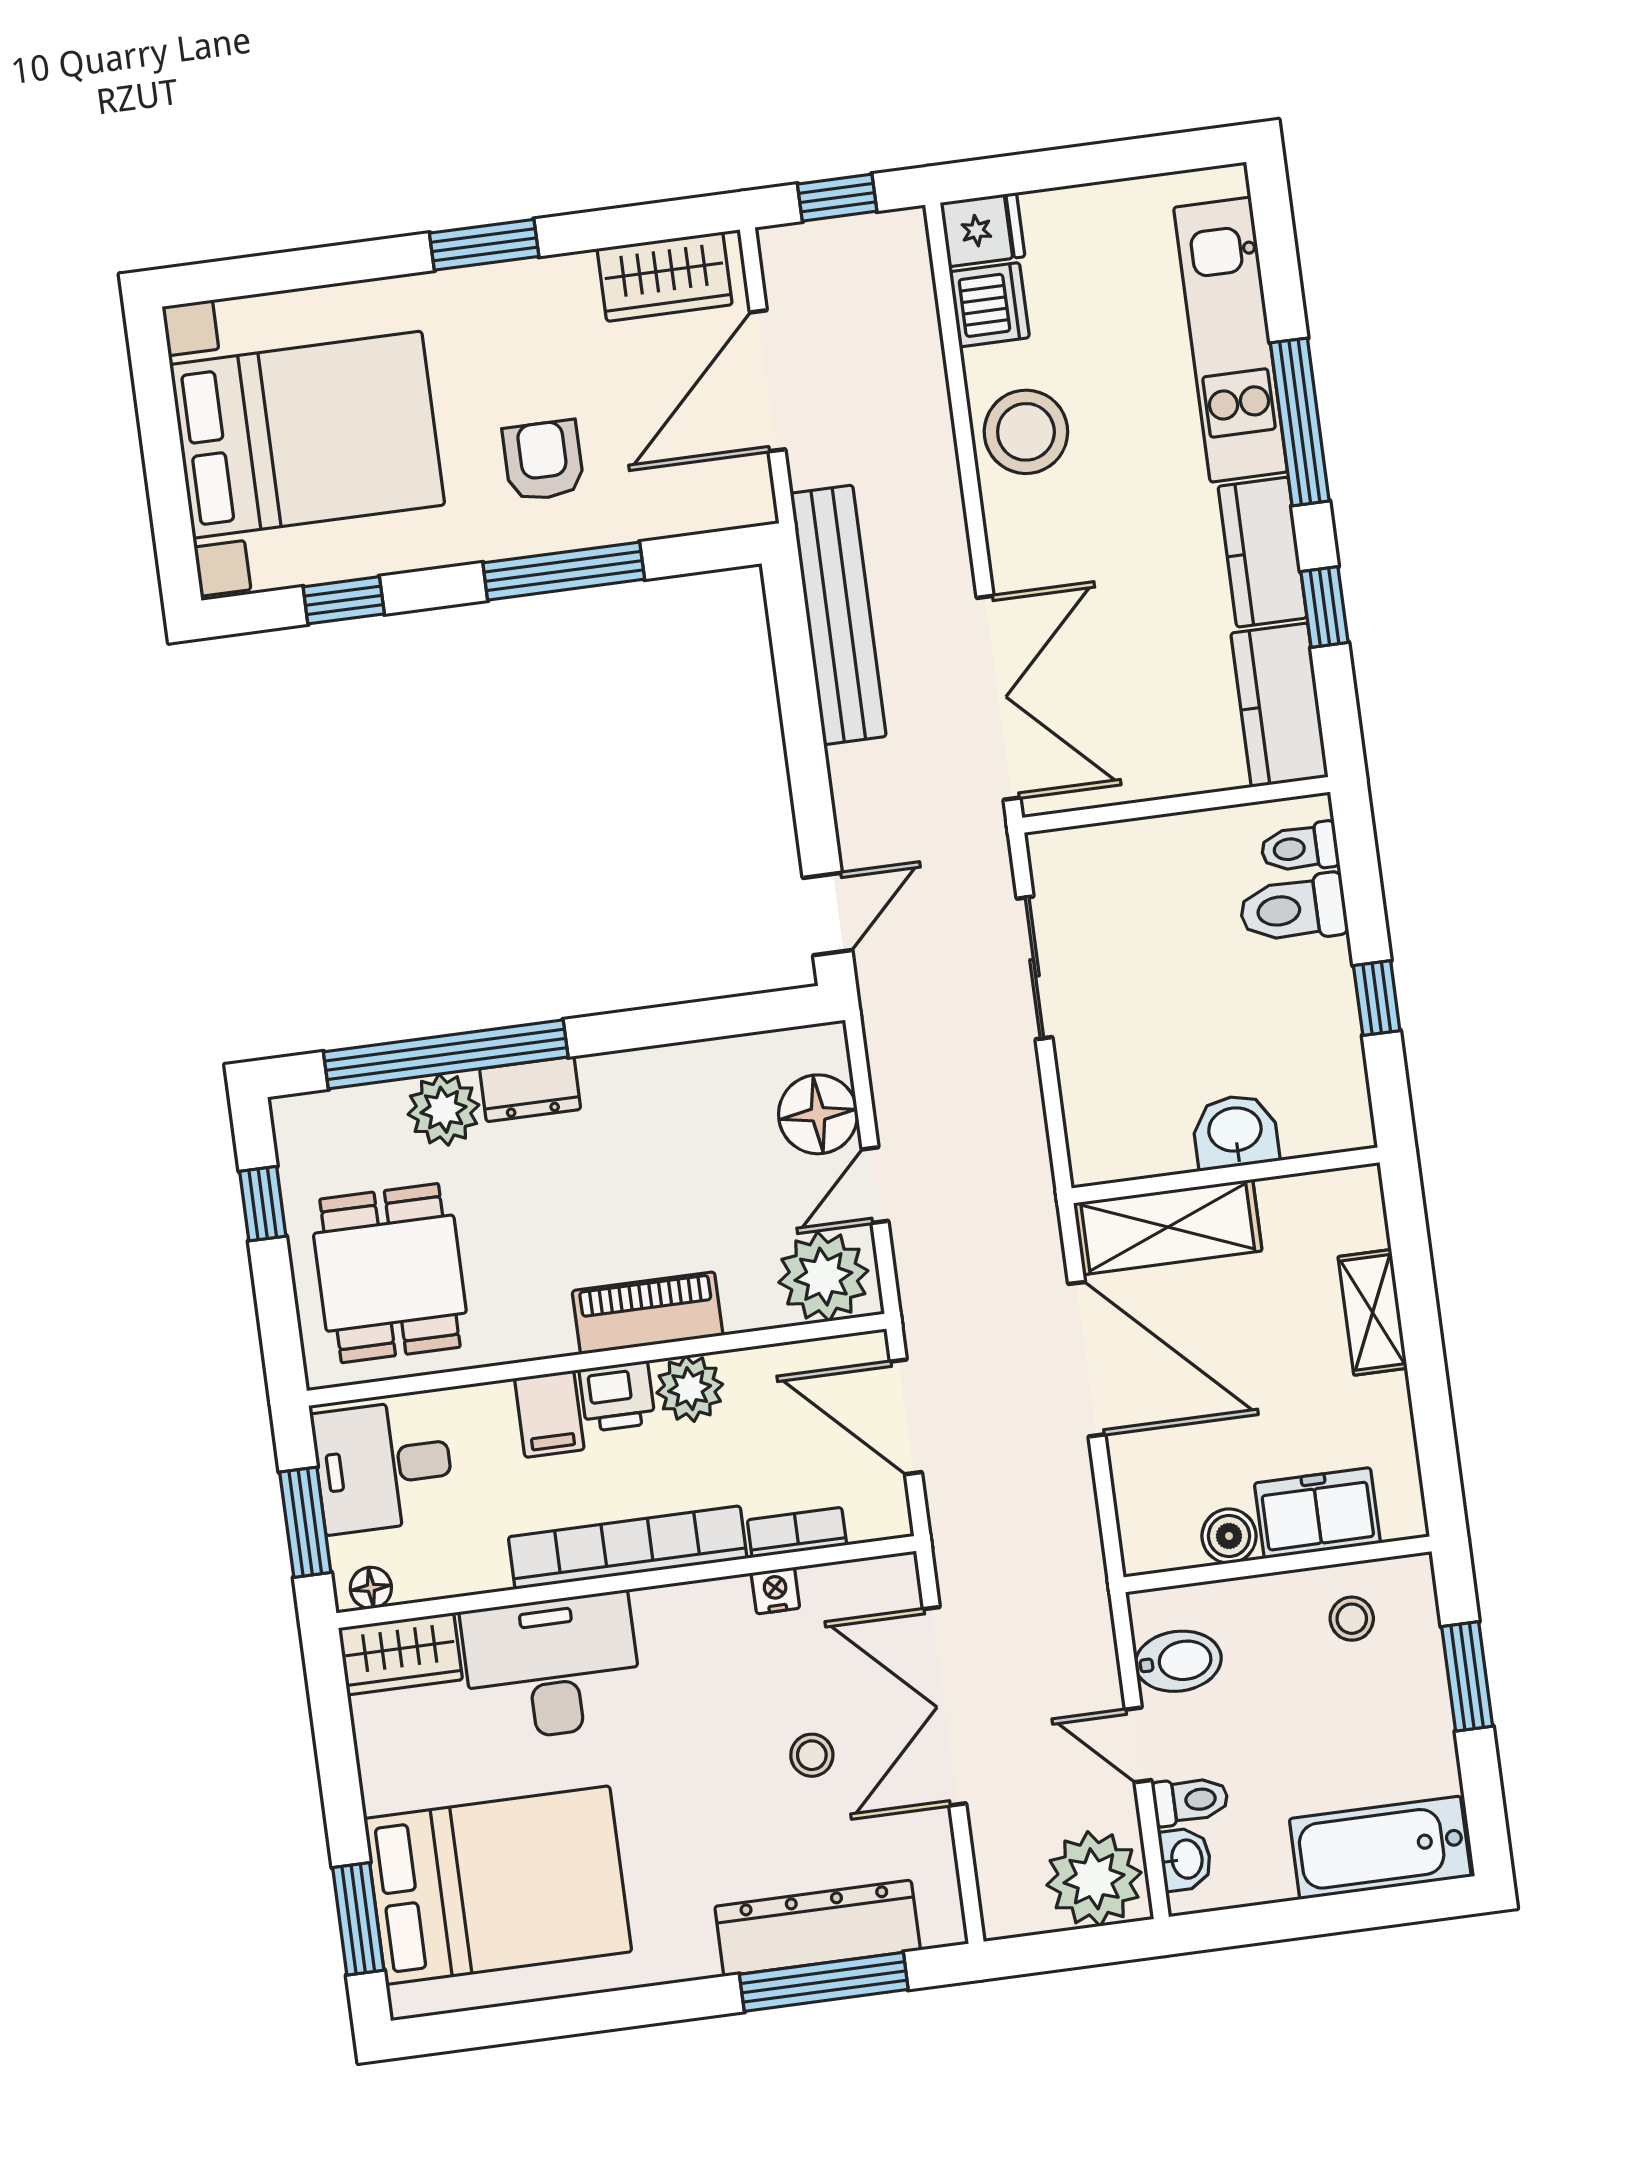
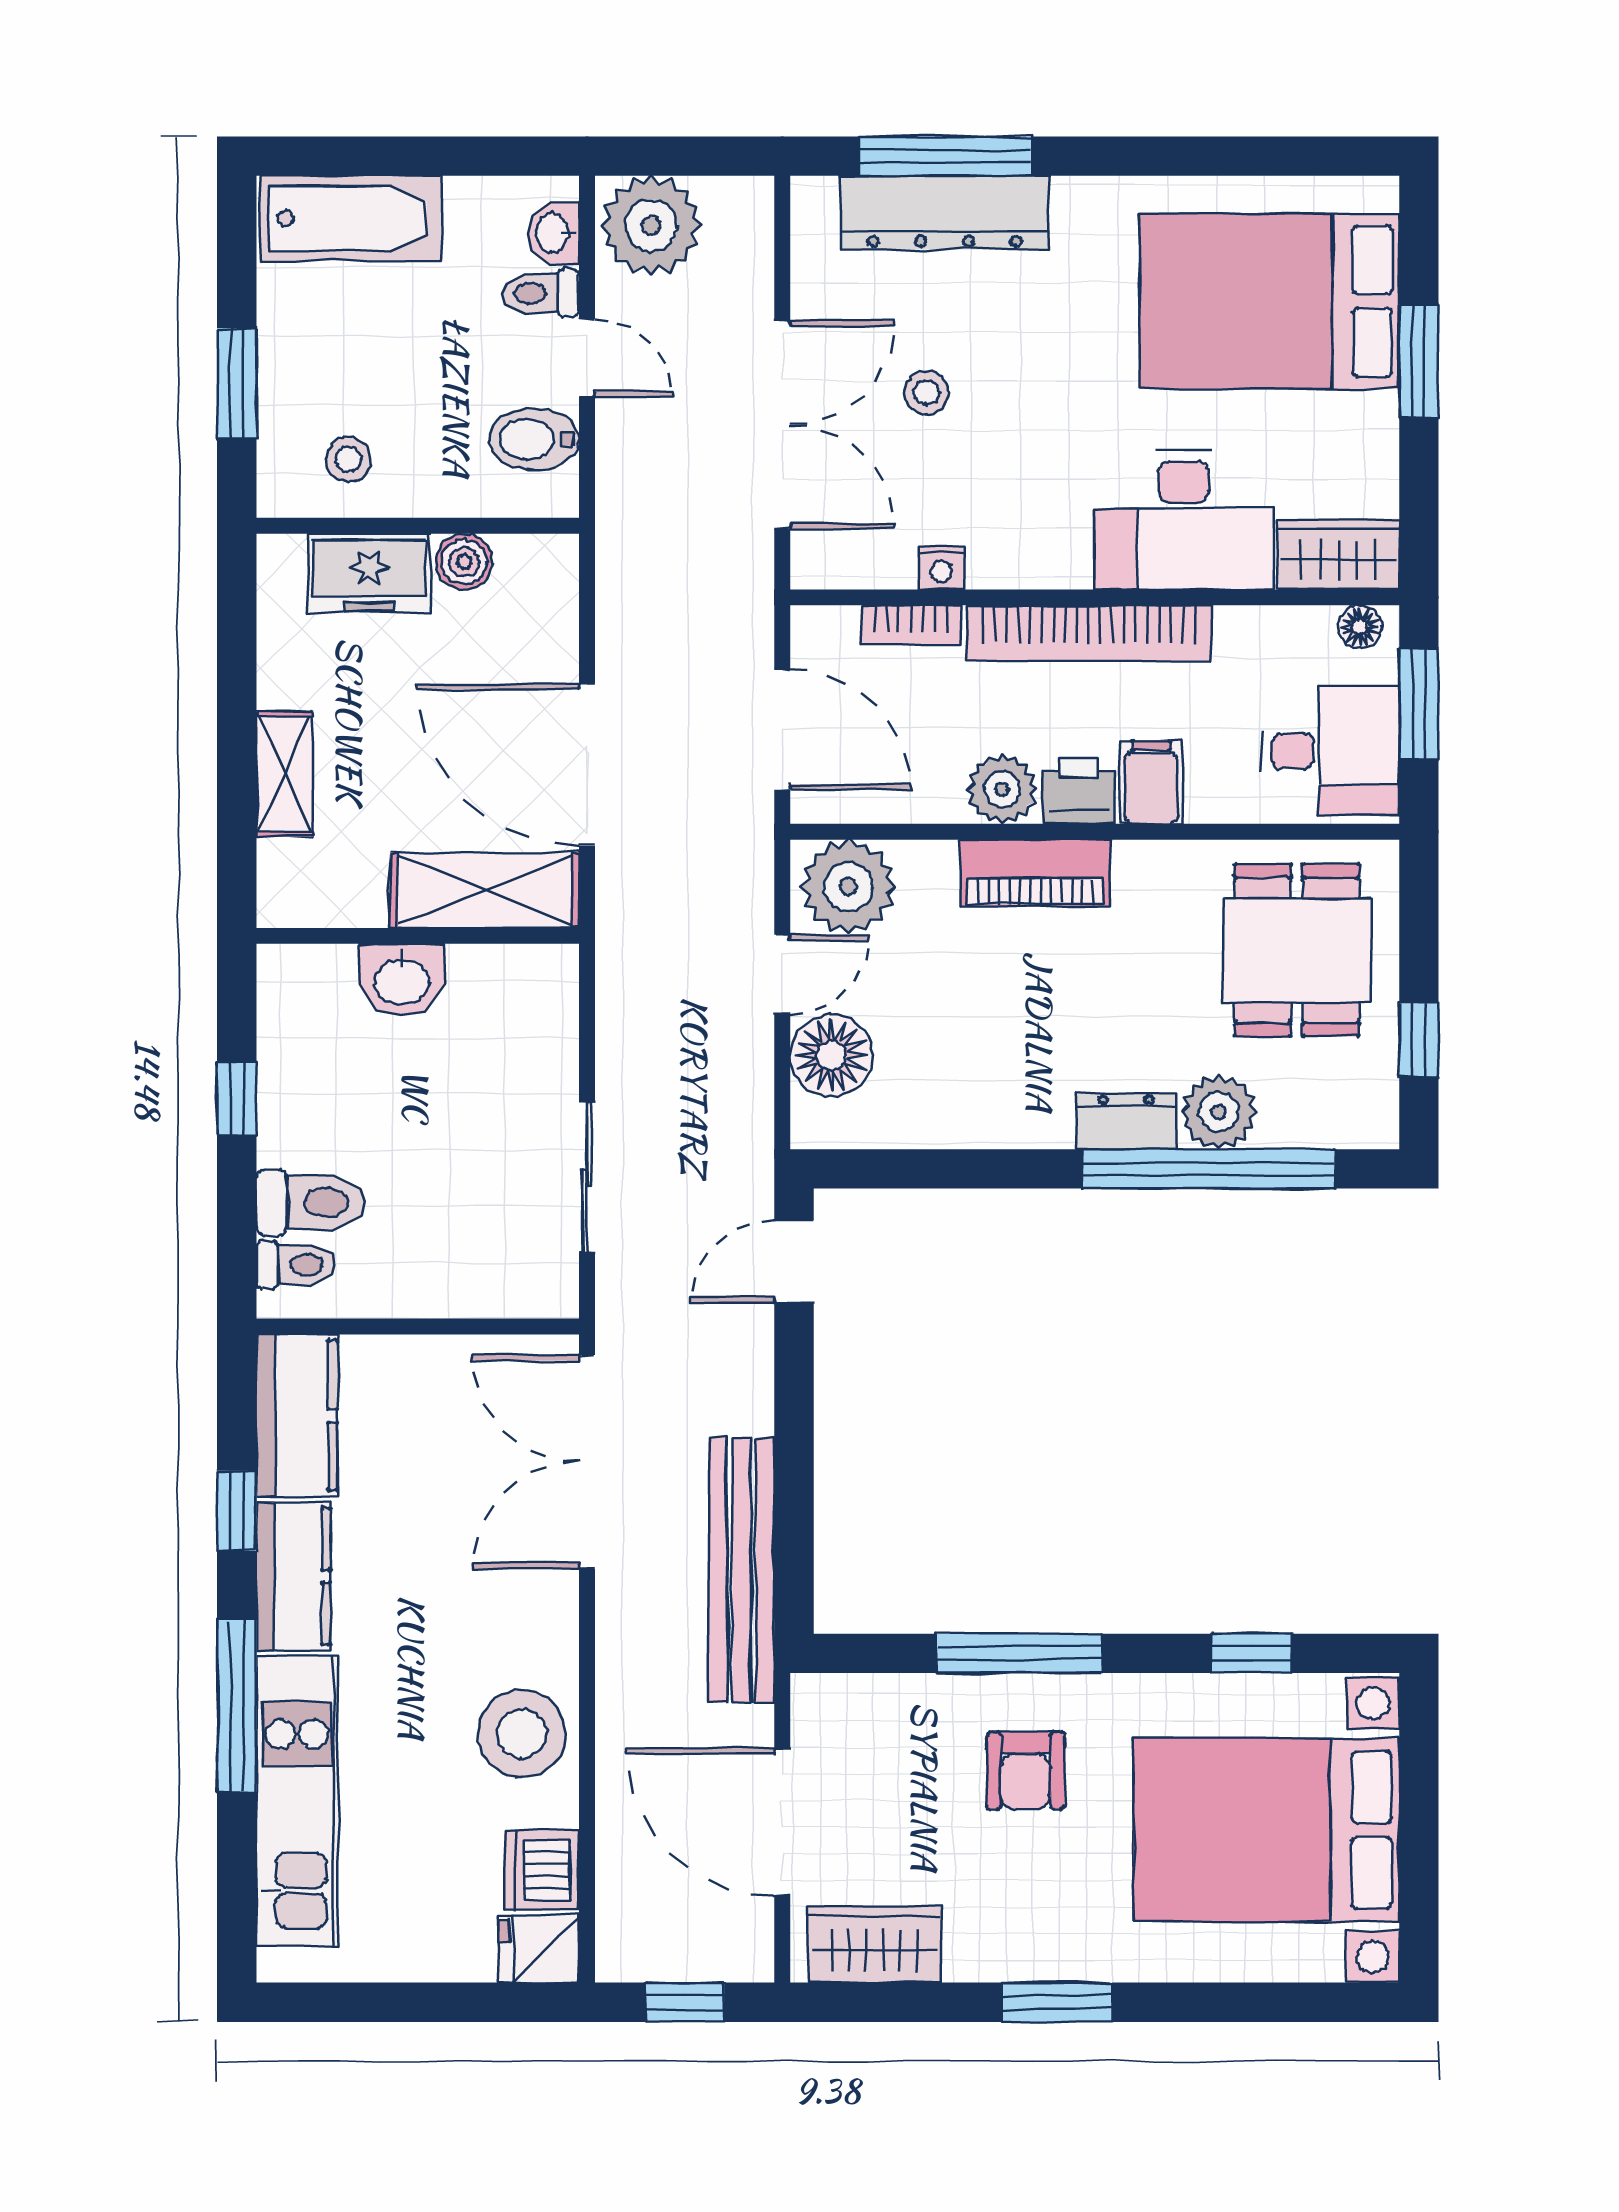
door: (768, 381) -> (782, 1822), swing flipped
window: (358, 1919) -> (1419, 361), moved

